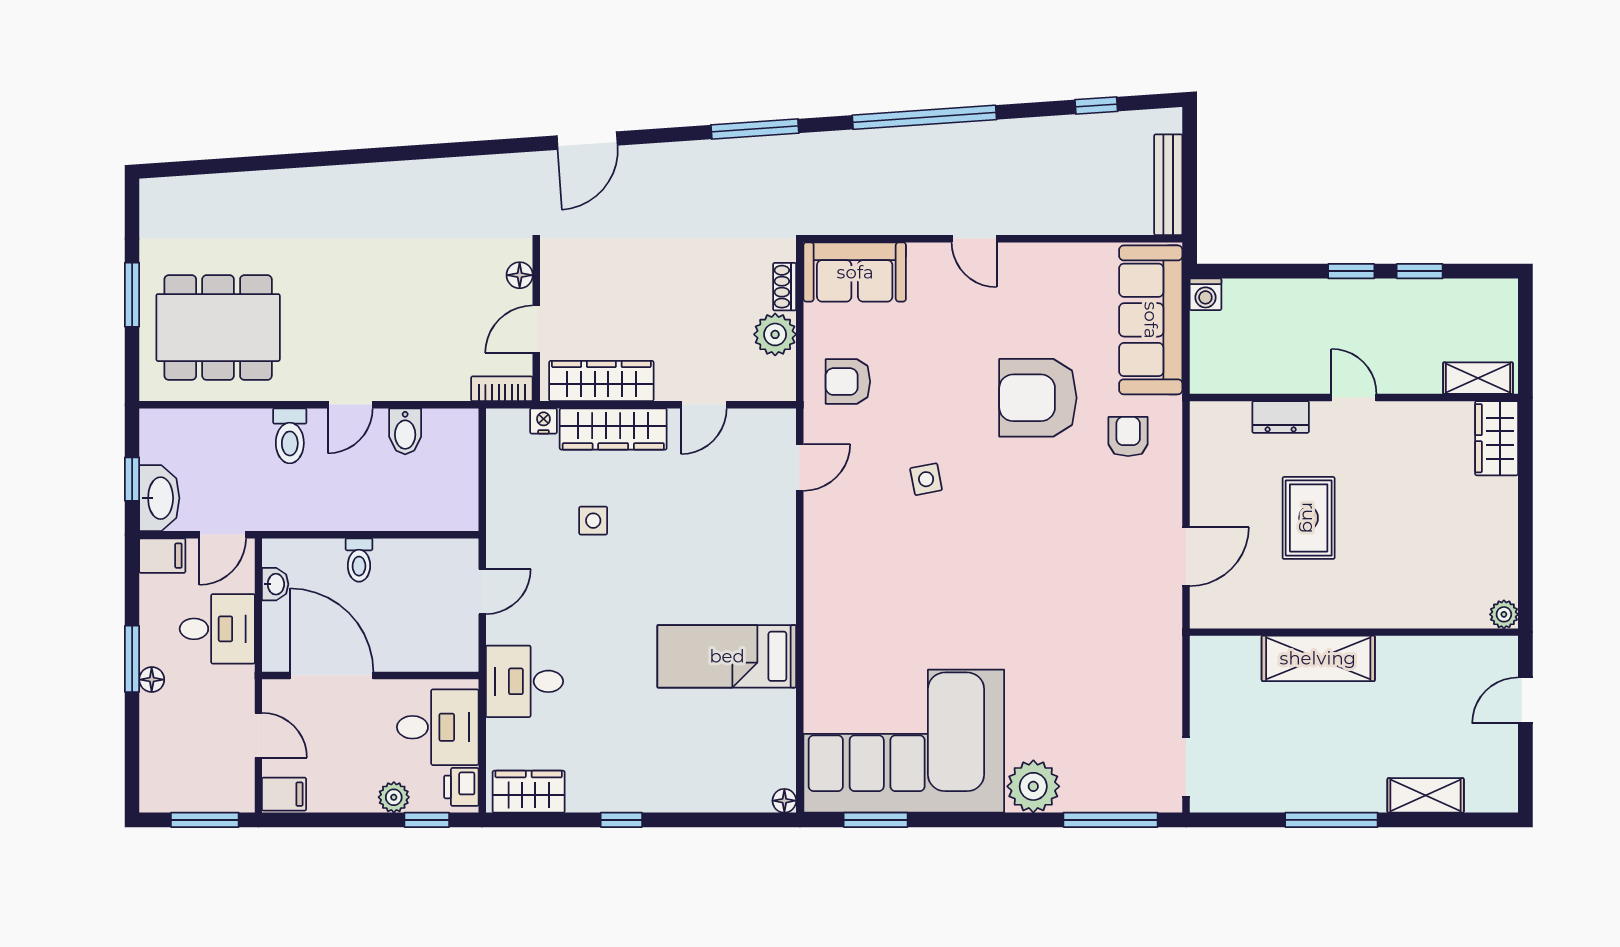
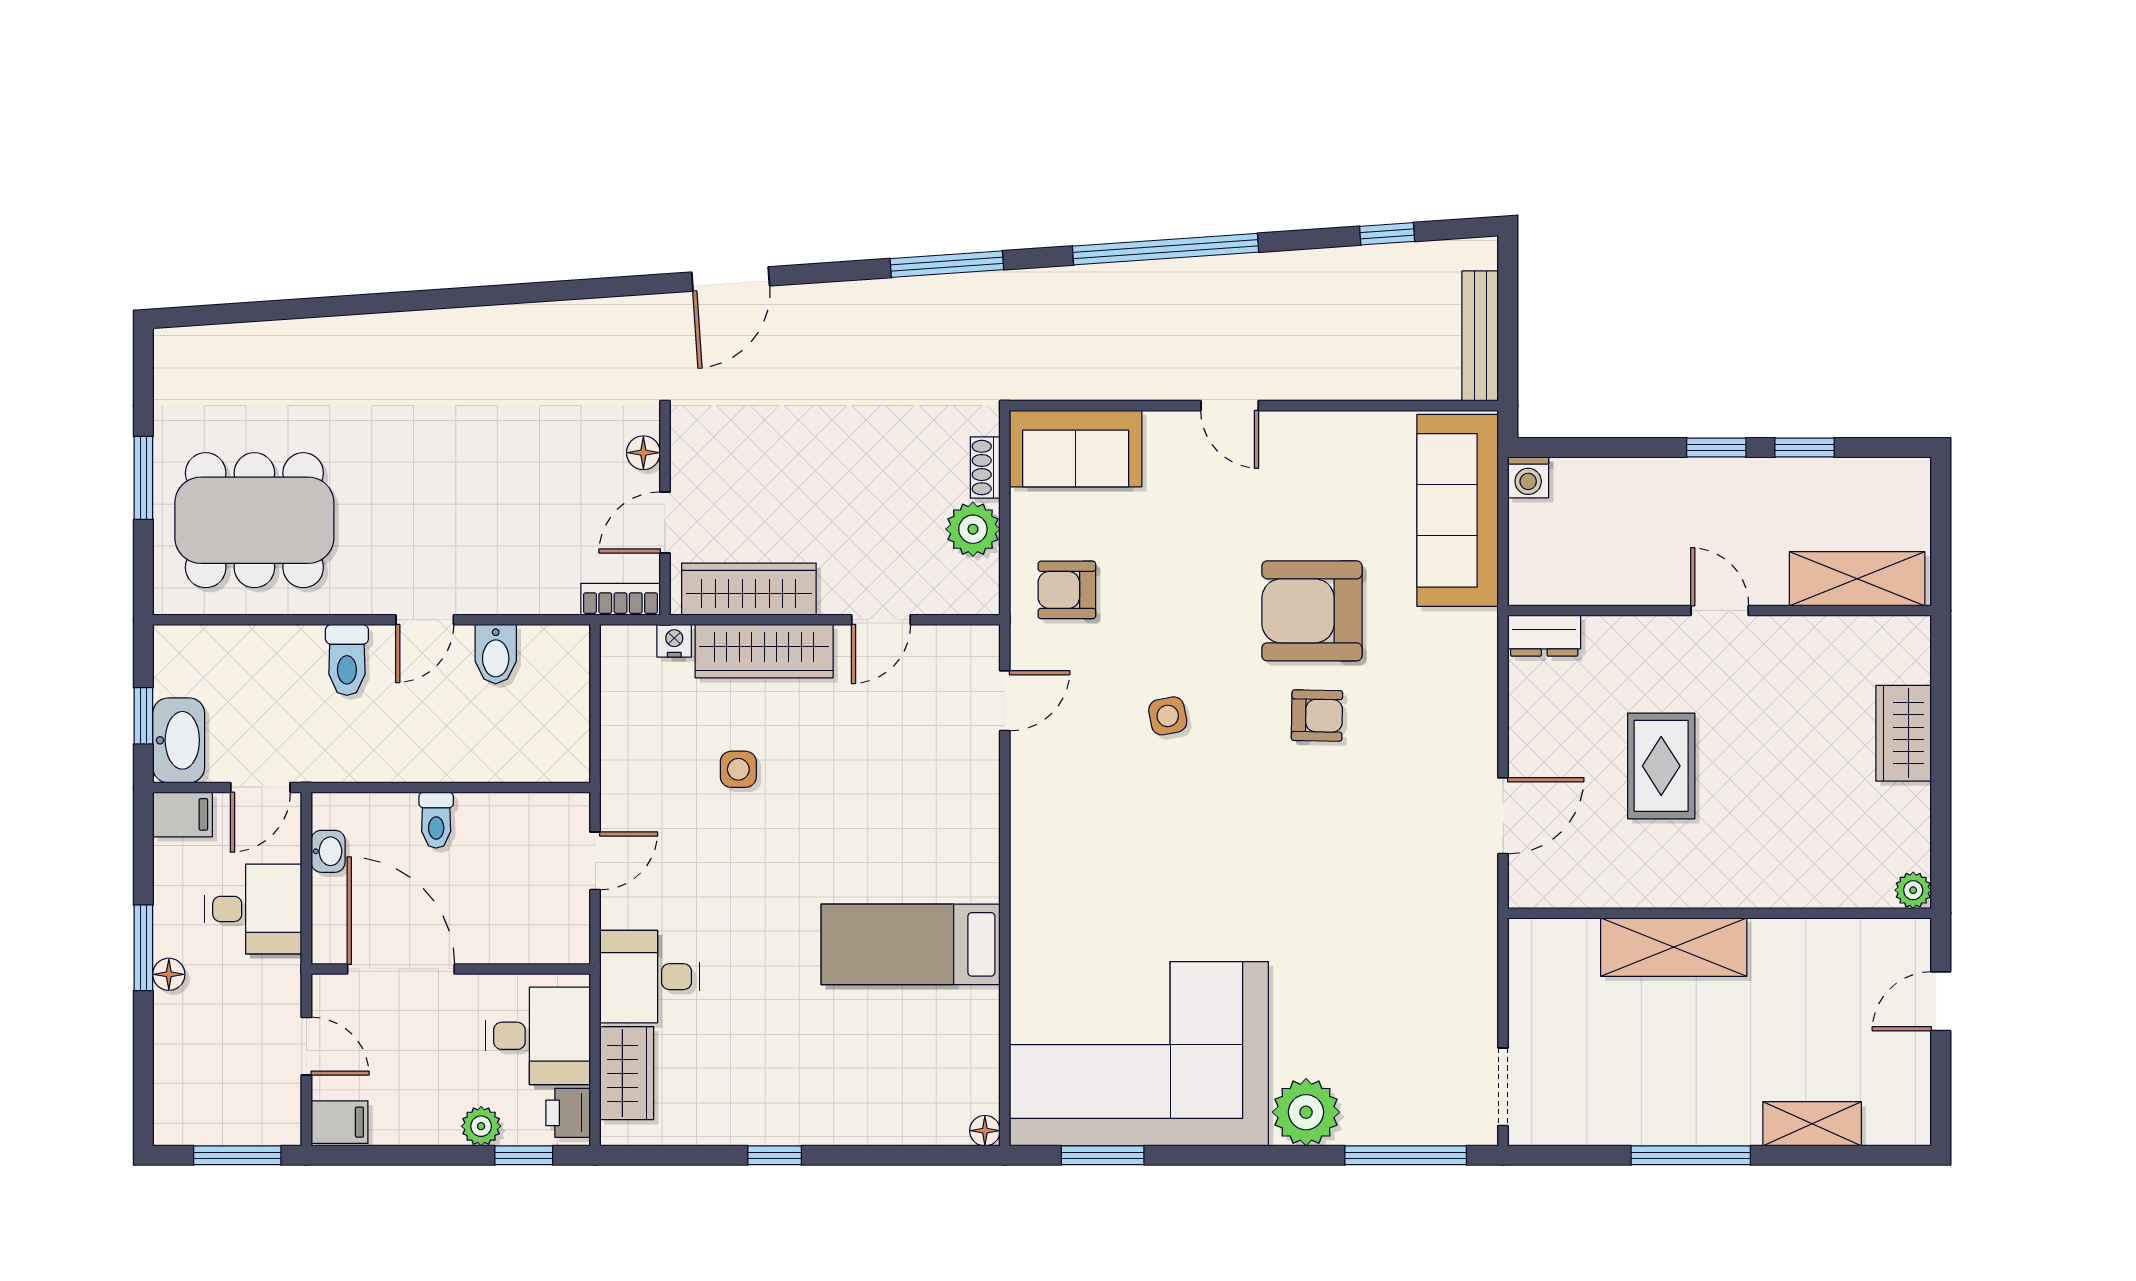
shelving: (1478, 378) -> (1857, 579), width x1.50, depth x1.33
dresser: (1281, 417) -> (1544, 636), moved
armchair: (1128, 437) -> (1317, 716), moved, turned 91
wardrobe: (1497, 438) -> (1904, 733), moved
wardrobe: (529, 792) -> (627, 1073), moved, turned 90

